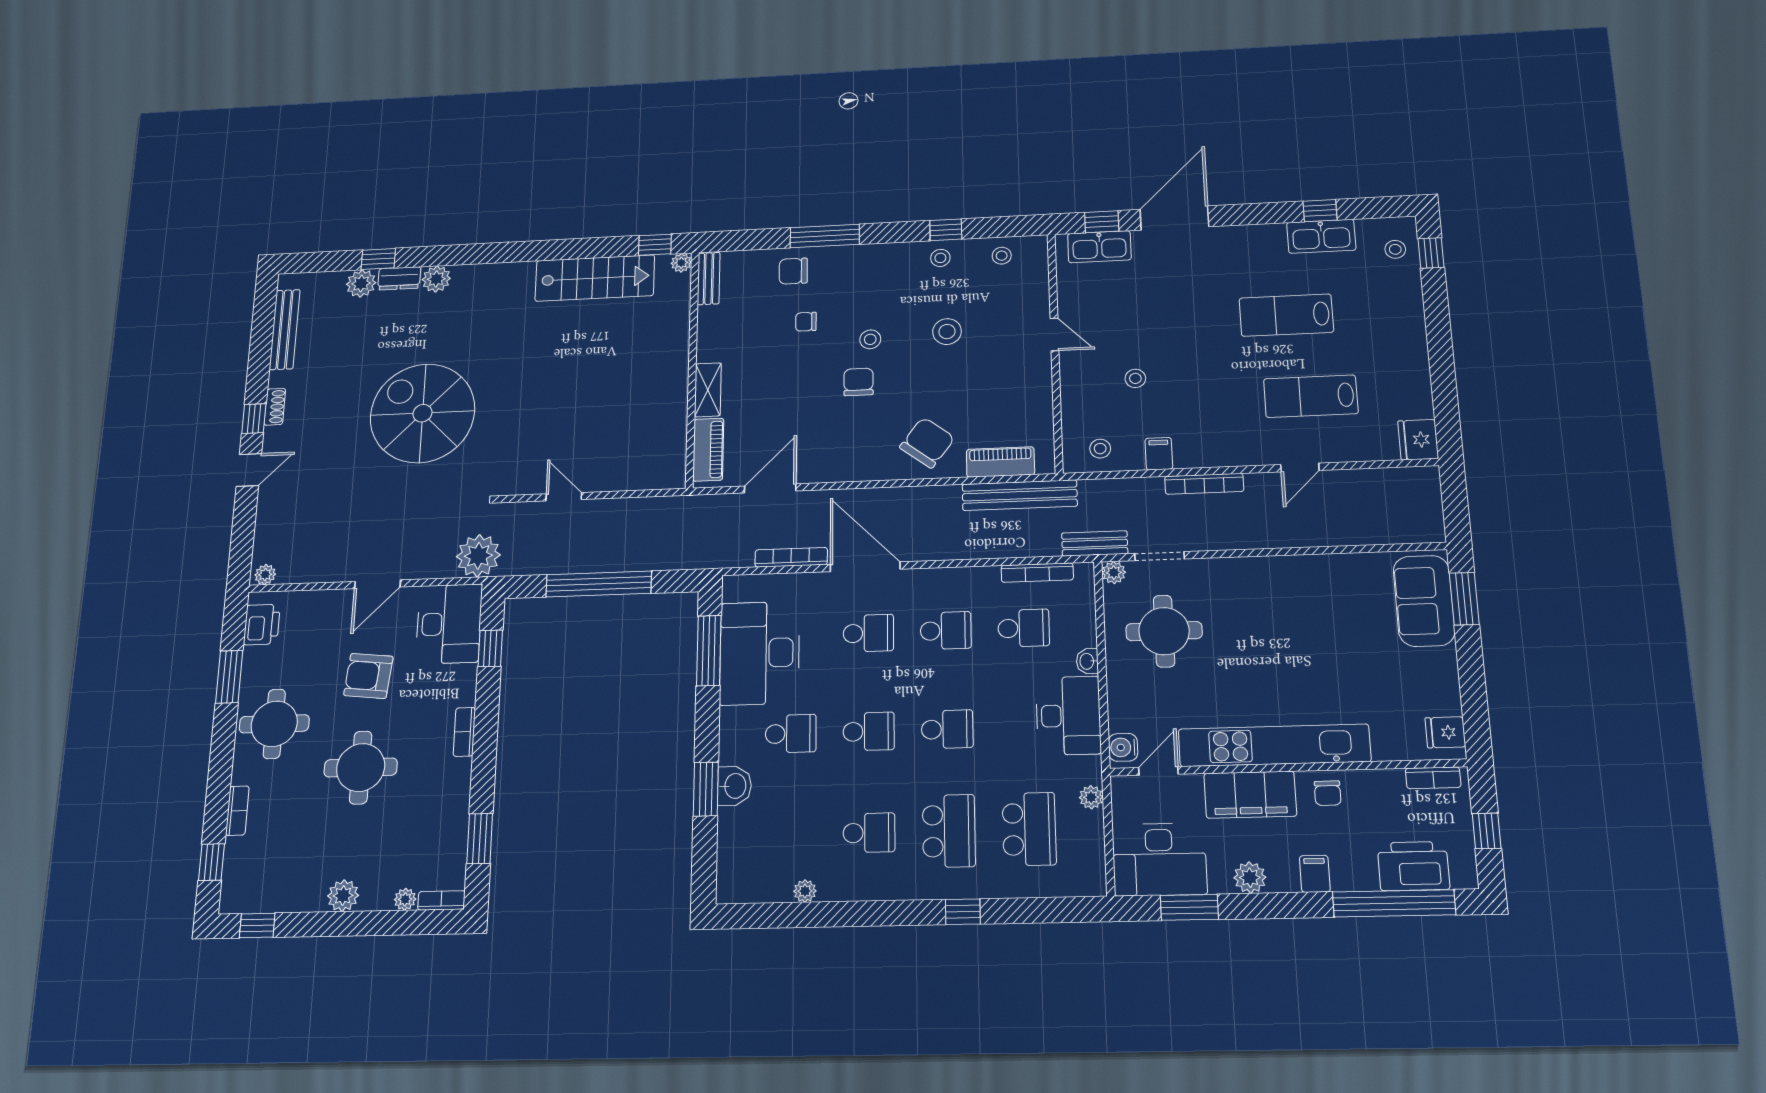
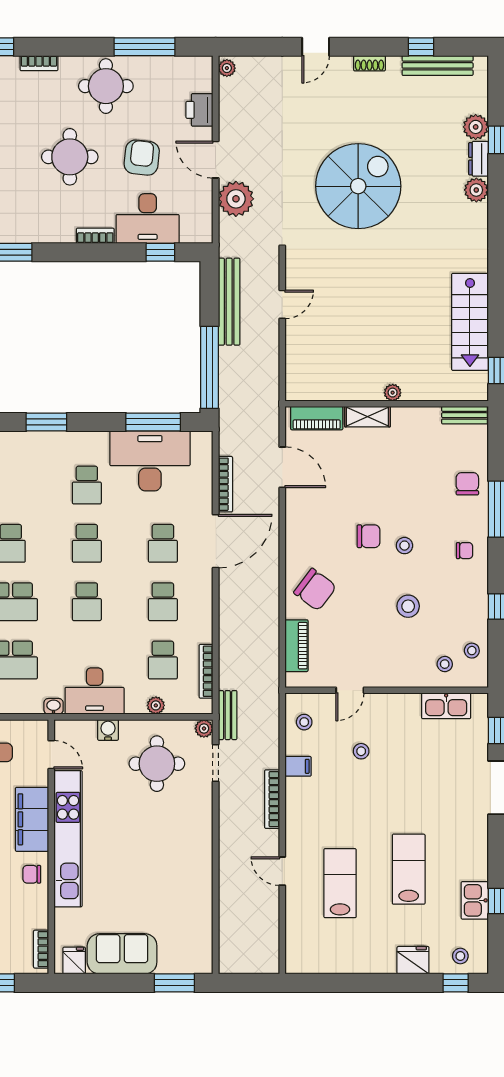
kitchen sink: (1321, 236) -> (475, 900), width x0.73
kitchen sink: (1099, 247) -> (446, 706), moved, turned -90
stool: (940, 258) -> (445, 664), moved
plant: (681, 263) -> (393, 393), moved
chair: (806, 322) -> (465, 551), moved, turned 90
door: (1054, 334) -> (350, 690), moved
window: (254, 419) -> (421, 47), moved
fridge: (1418, 440) -> (413, 960), moved
door: (249, 470) -> (316, 47), hinge flipped
bench: (1020, 495) -> (229, 302), moved
plant: (478, 556) -> (236, 199), moved
window: (599, 584) -> (209, 367), moved
sofa: (1424, 601) -> (122, 954), moved
desk: (449, 624) -> (148, 219), moved
printer: (262, 625) -> (199, 110), moved, turned 90
washbasin: (1087, 661) -> (54, 706), moved
window: (229, 677) -> (144, 47), width x1.44
water cooler: (1123, 747) -> (108, 730), moved
washbasin: (734, 786) -> (48, 443), removed
plant: (1091, 797) -> (156, 705), moved

